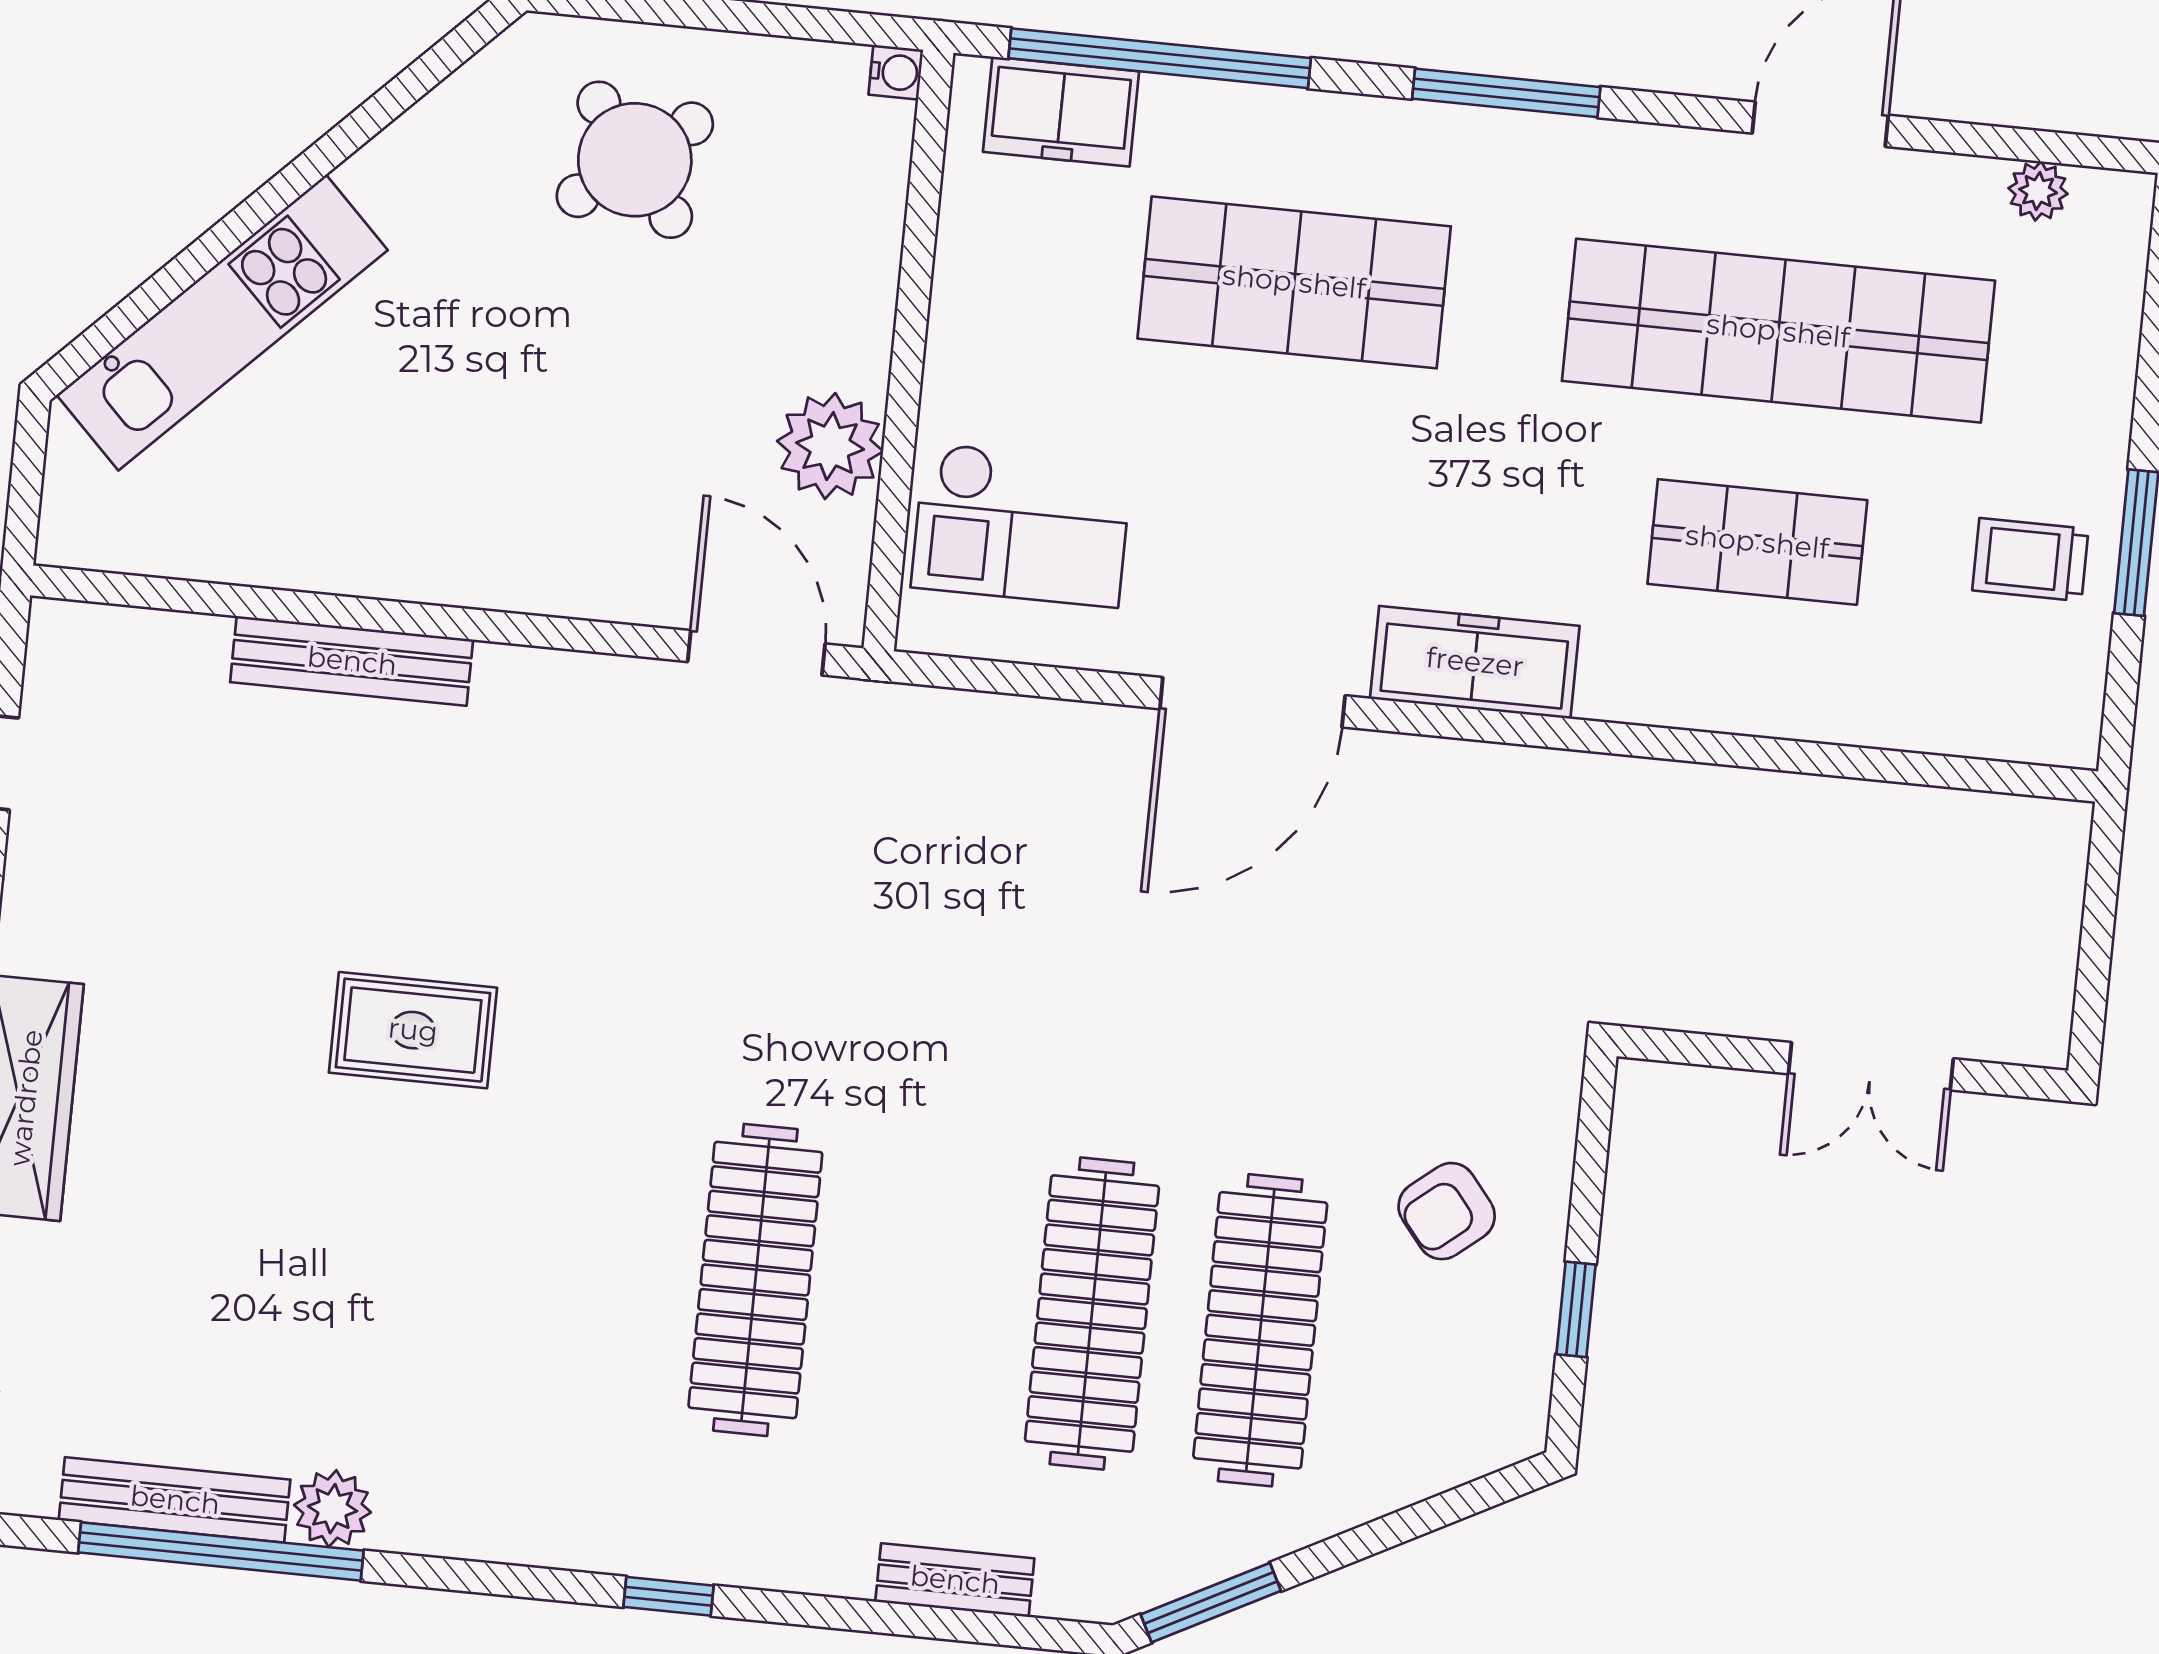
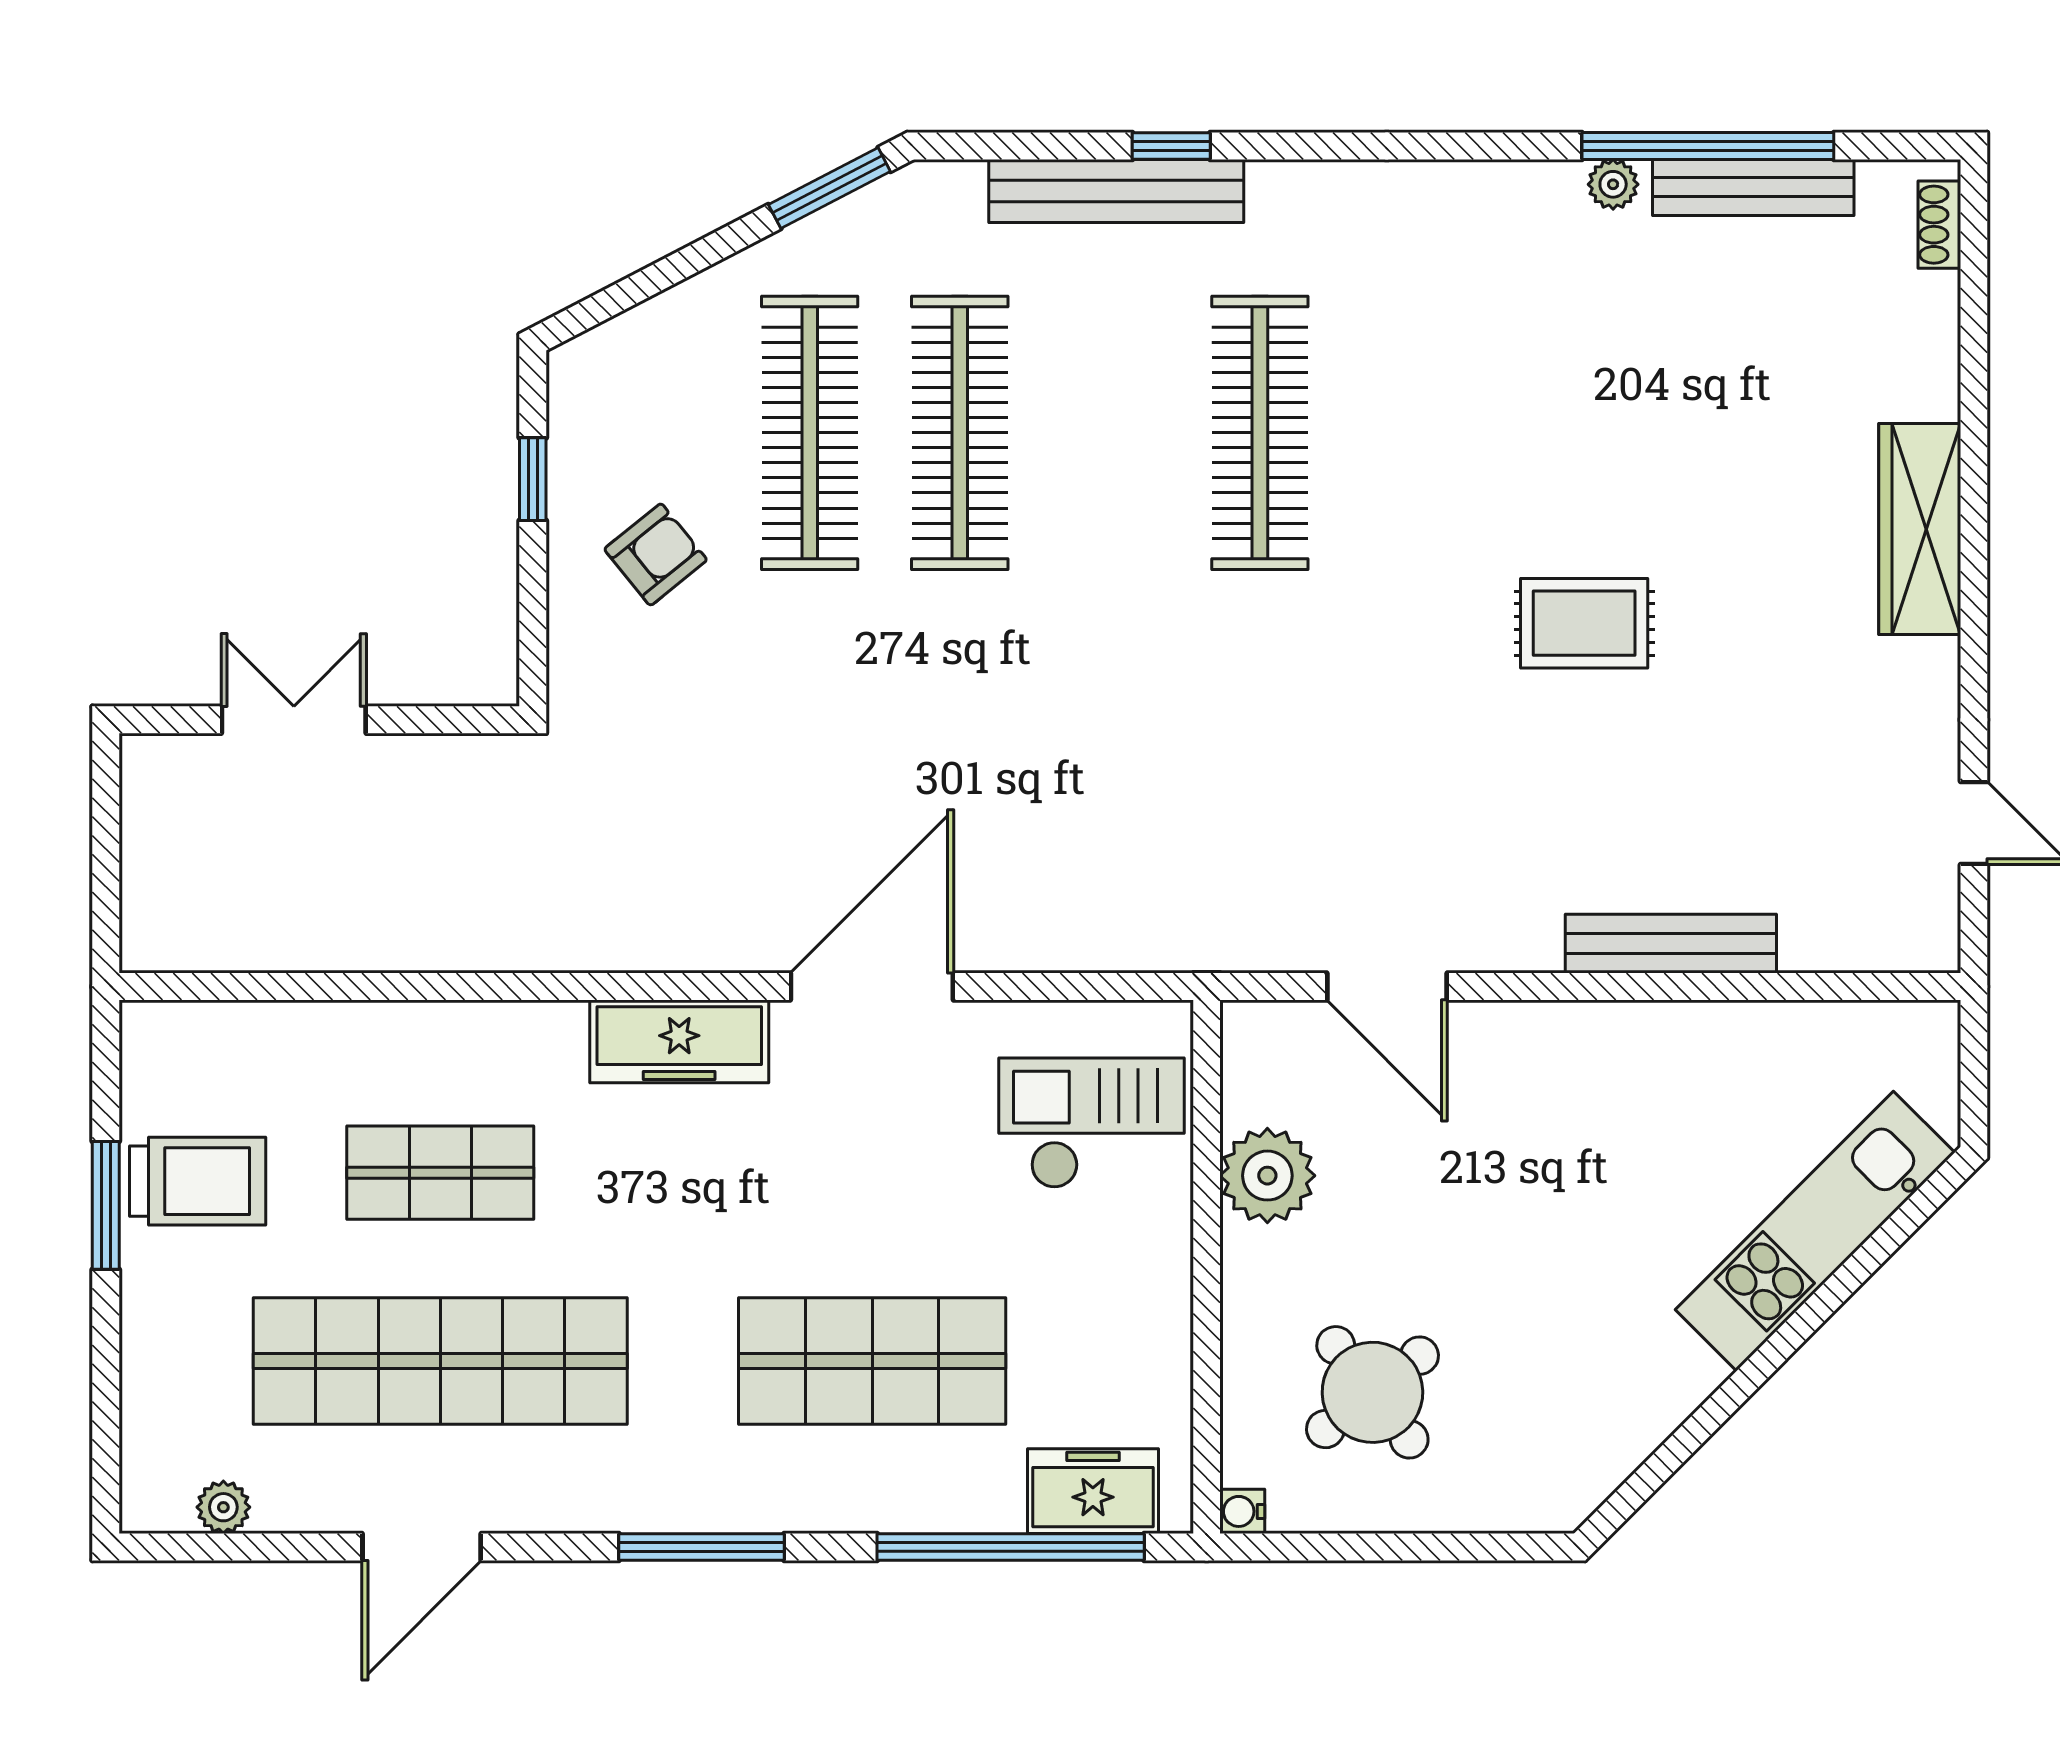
round table: (635, 160) -> (1372, 1392), moved
trolley: (2030, 560) -> (198, 1181), width x1.36, depth x1.39
door: (756, 653) -> (1387, 987), moved
plant: (333, 1509) -> (1613, 184), width x0.73, depth x0.73
bench: (955, 1580) -> (1116, 191), width x1.86, depth x1.21
window: (669, 1596) -> (1171, 146), moved

